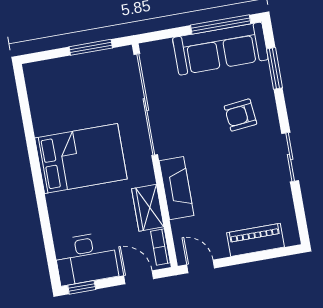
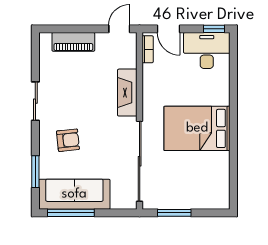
wardrobe: (148, 208) -> (152, 81), removed
door: (201, 266) -> (119, 29), swing flipped

